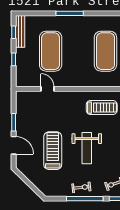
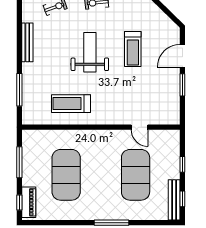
door: (14, 145) -> (182, 56), hinge flipped
treadmill: (53, 151) -> (133, 49), width x0.73, depth x0.73

